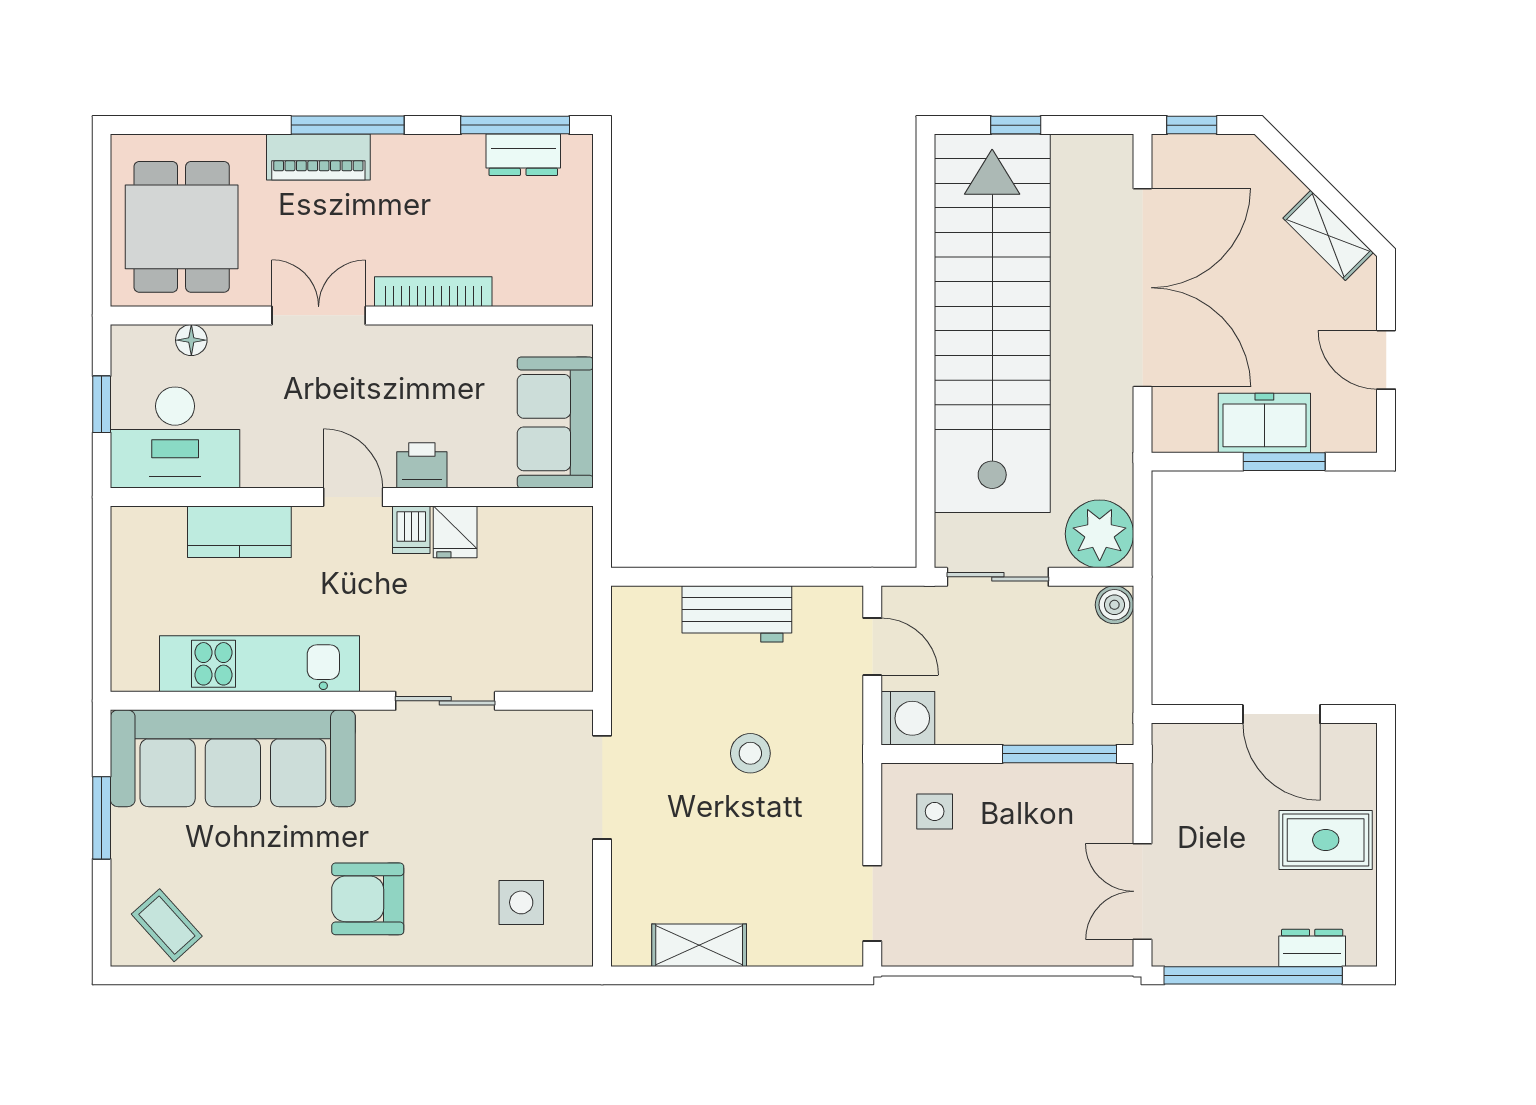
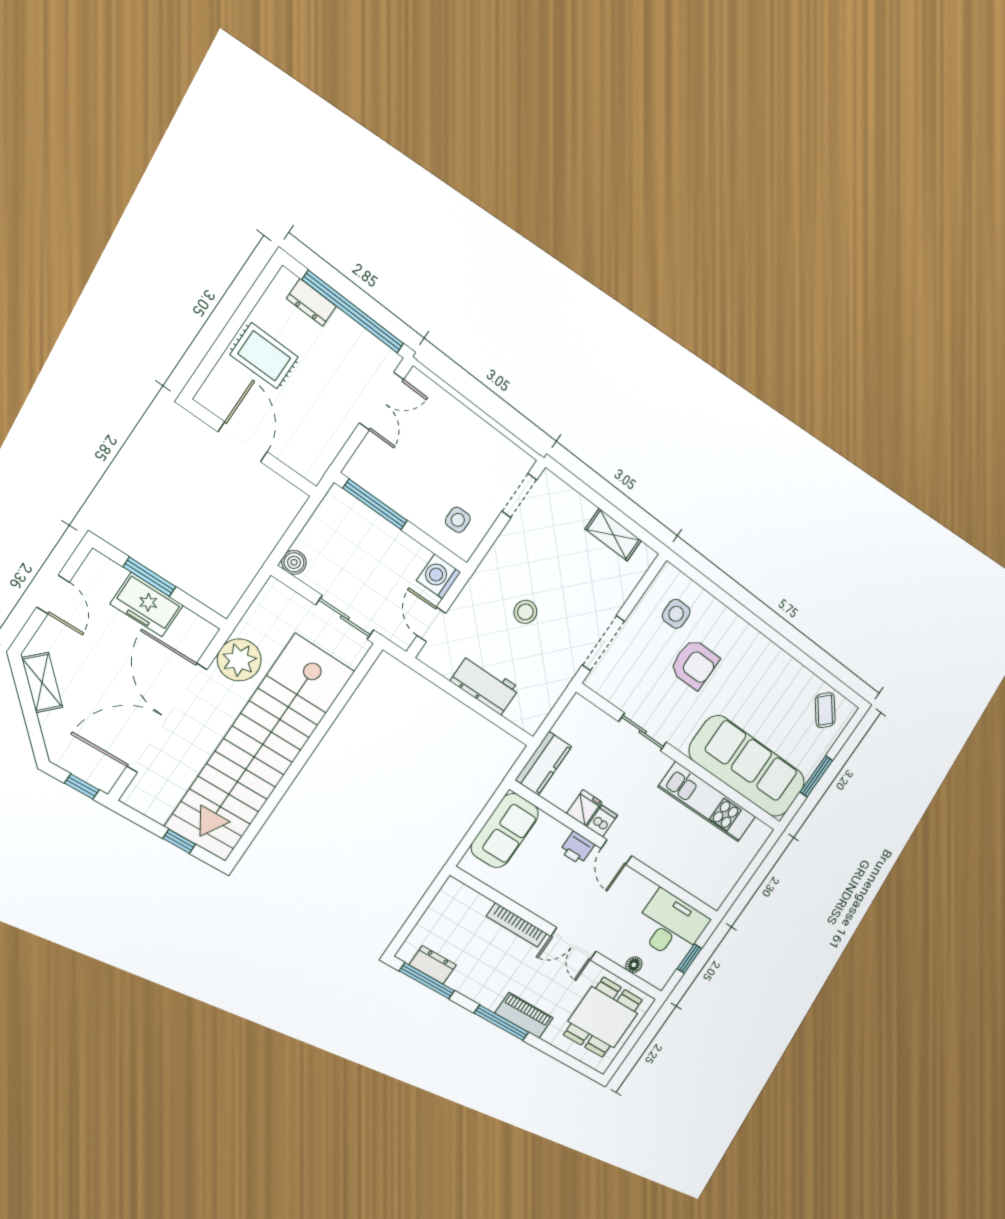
kitchen counter: (239, 532) -> (543, 763), moved, turned 90
plant: (1100, 534) -> (239, 660), moved
armchair: (368, 899) -> (694, 664), moved

